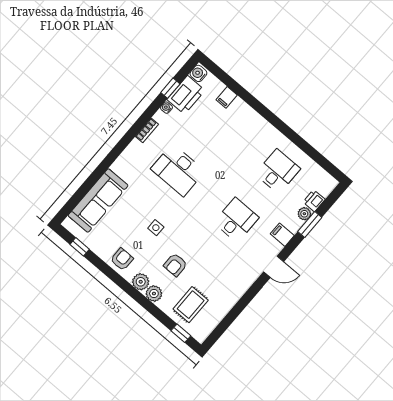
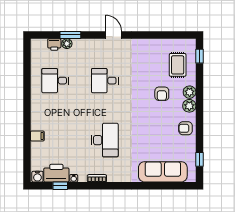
filing cabinet: (227, 97) -> (37, 136), moved
side table: (156, 228) -> (150, 124), removed
filing cabinet: (282, 235) -> (90, 46), removed
armchair: (175, 265) -> (162, 94), turned 90
rug: (191, 305) -> (178, 65), turned 90

